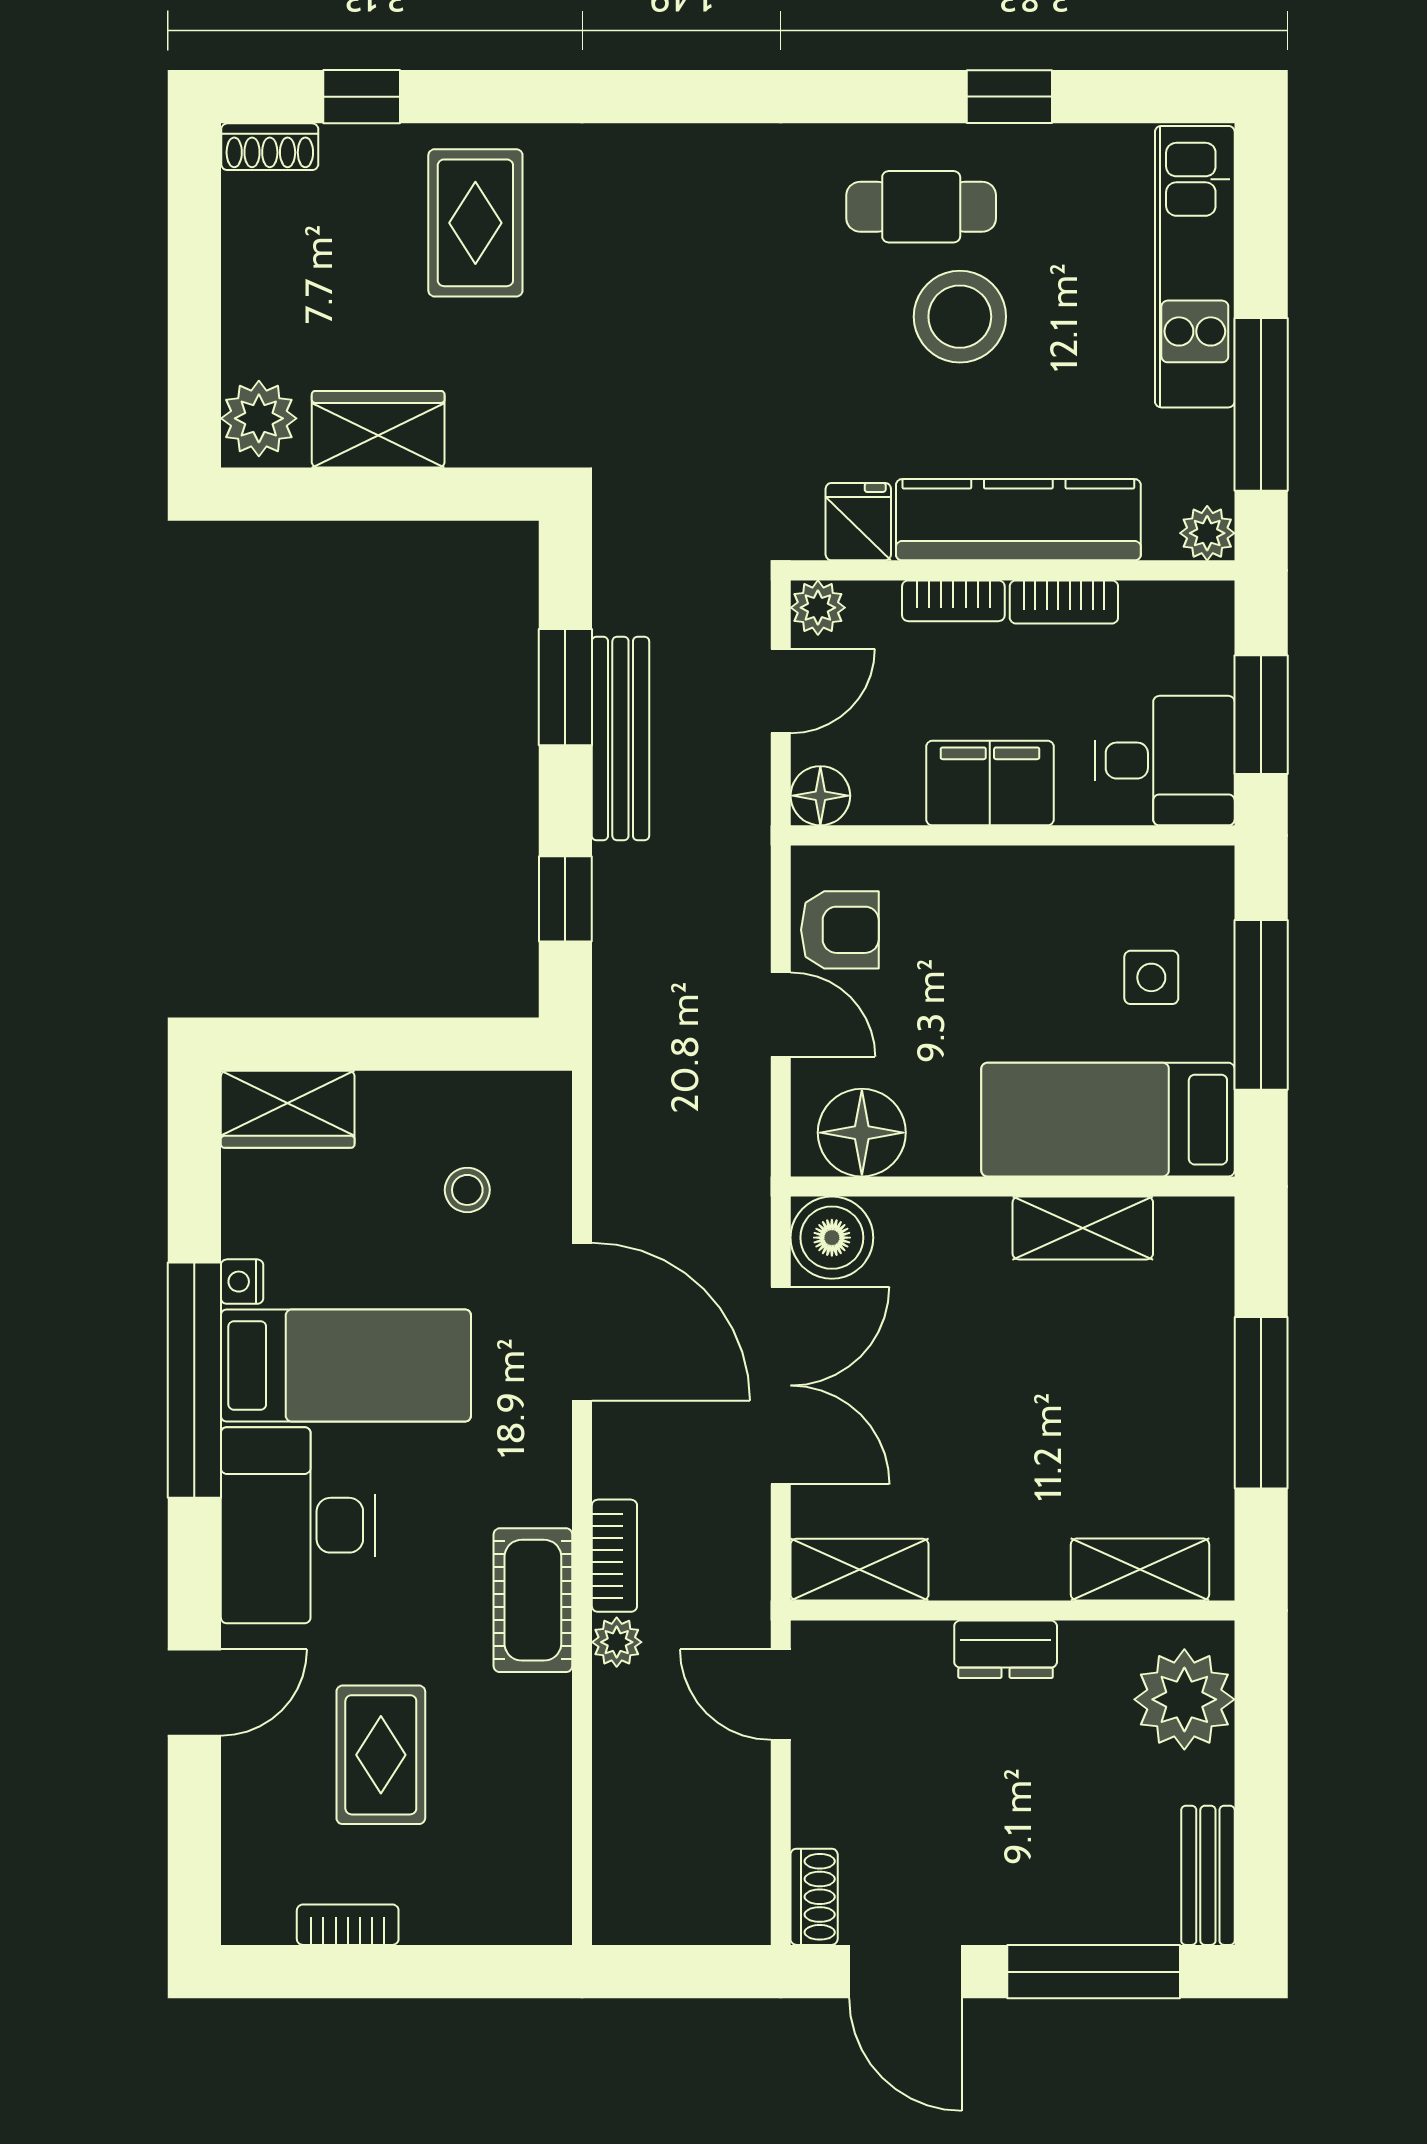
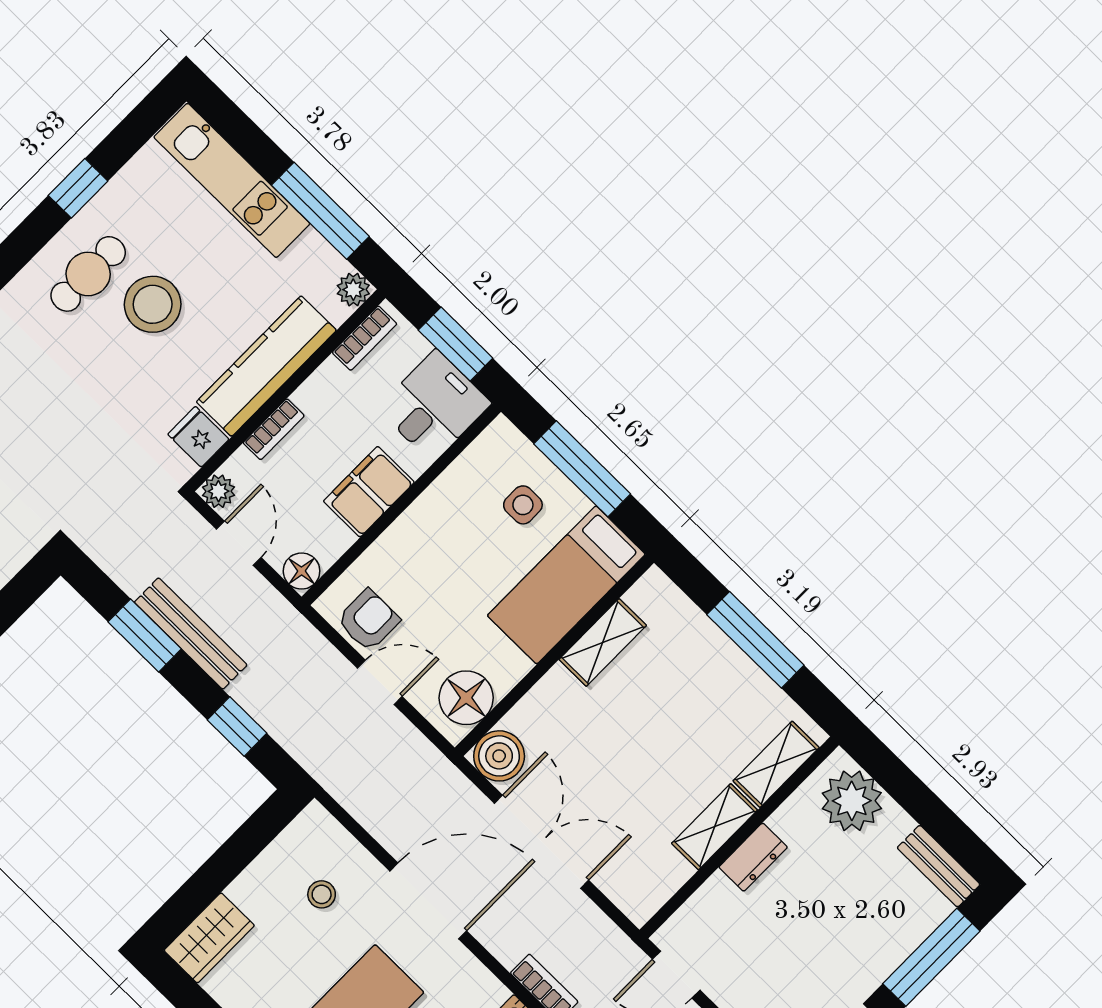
bookcase: (1064, 602) -> (365, 338), moved
shelving: (860, 1570) -> (715, 827), moved

